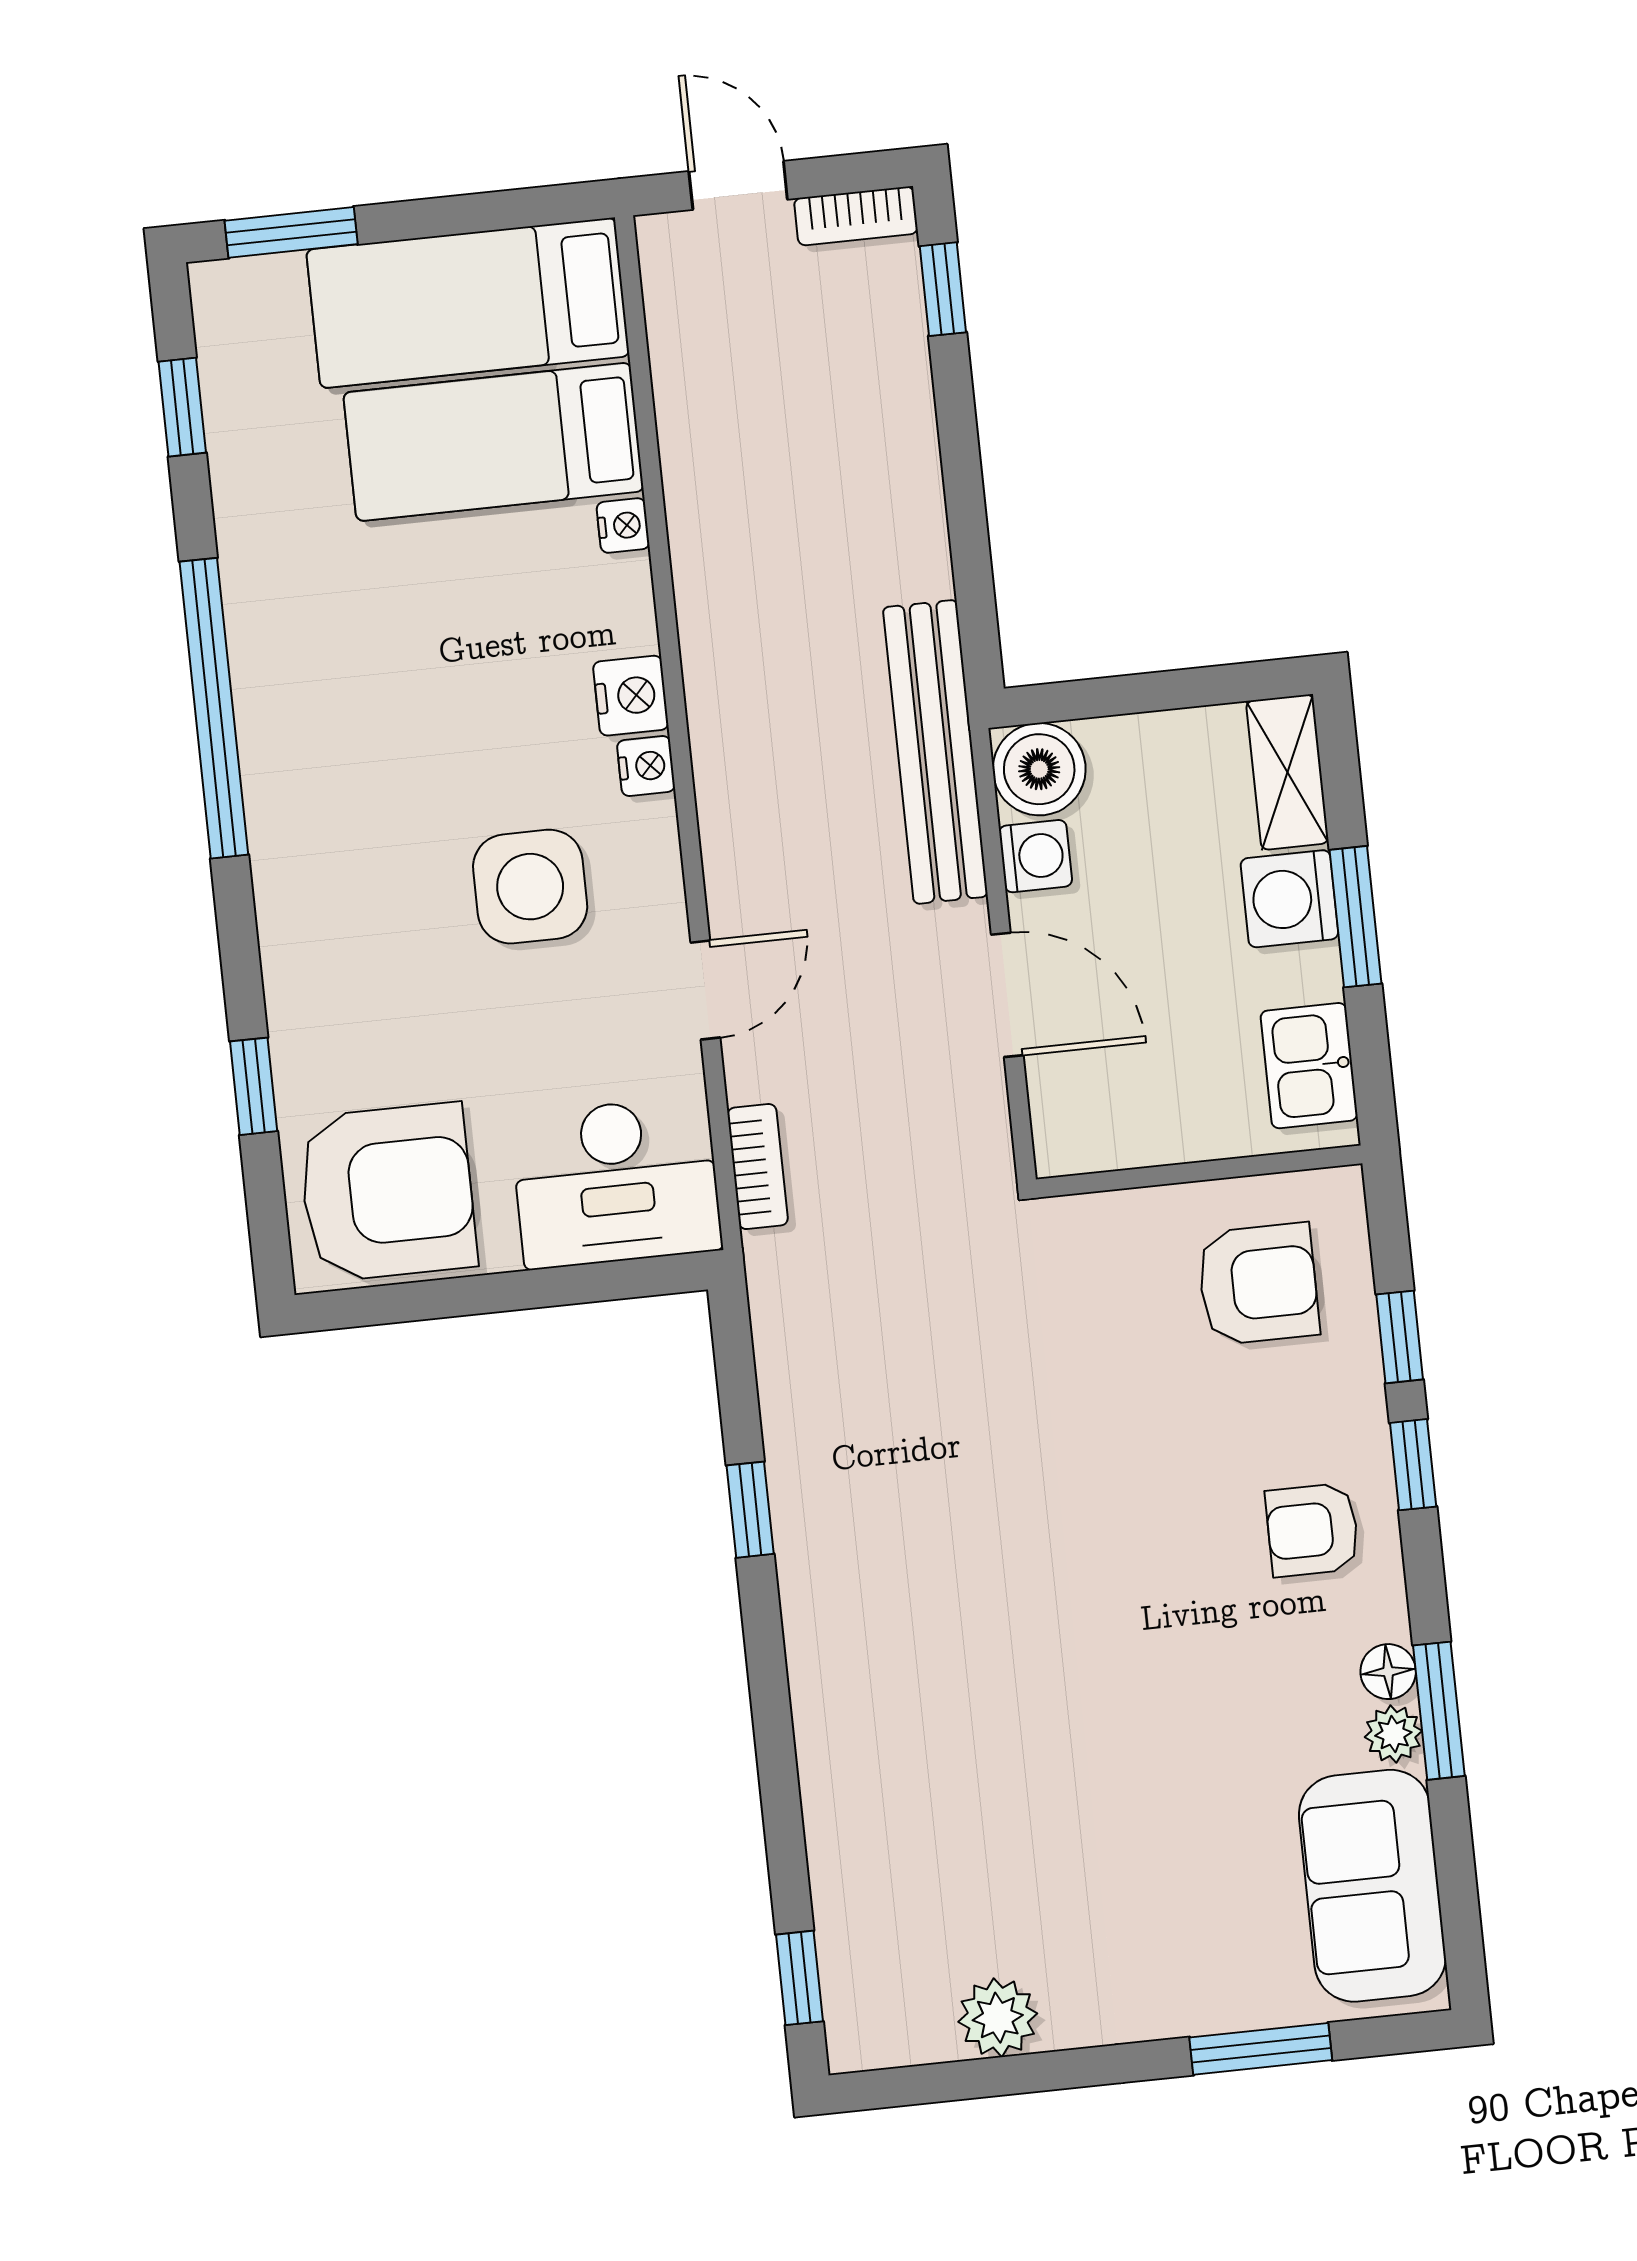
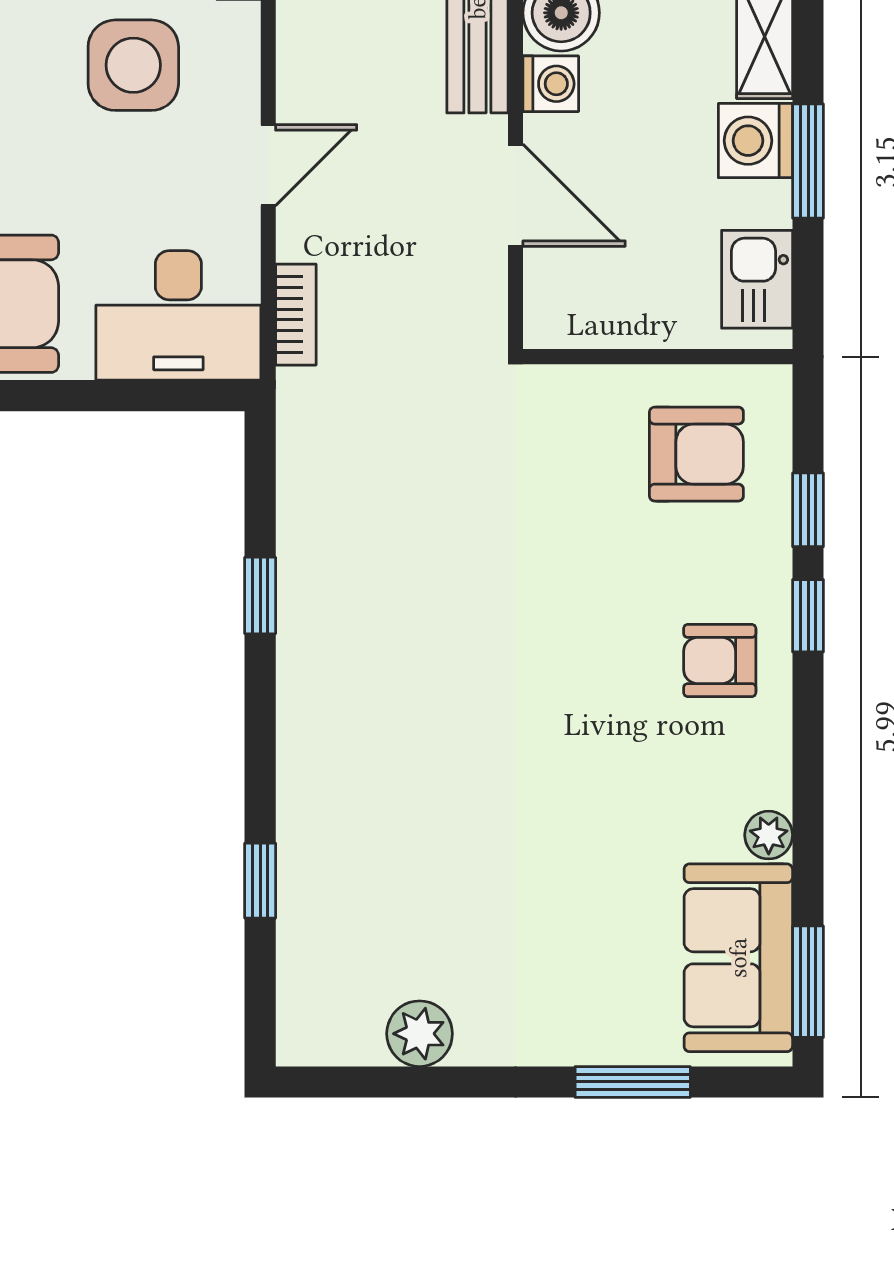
floor lamp: (1388, 1672) -> (770, 783), removed
window: (1439, 1711) -> (808, 982), moved
window: (799, 1978) -> (260, 881), moved

